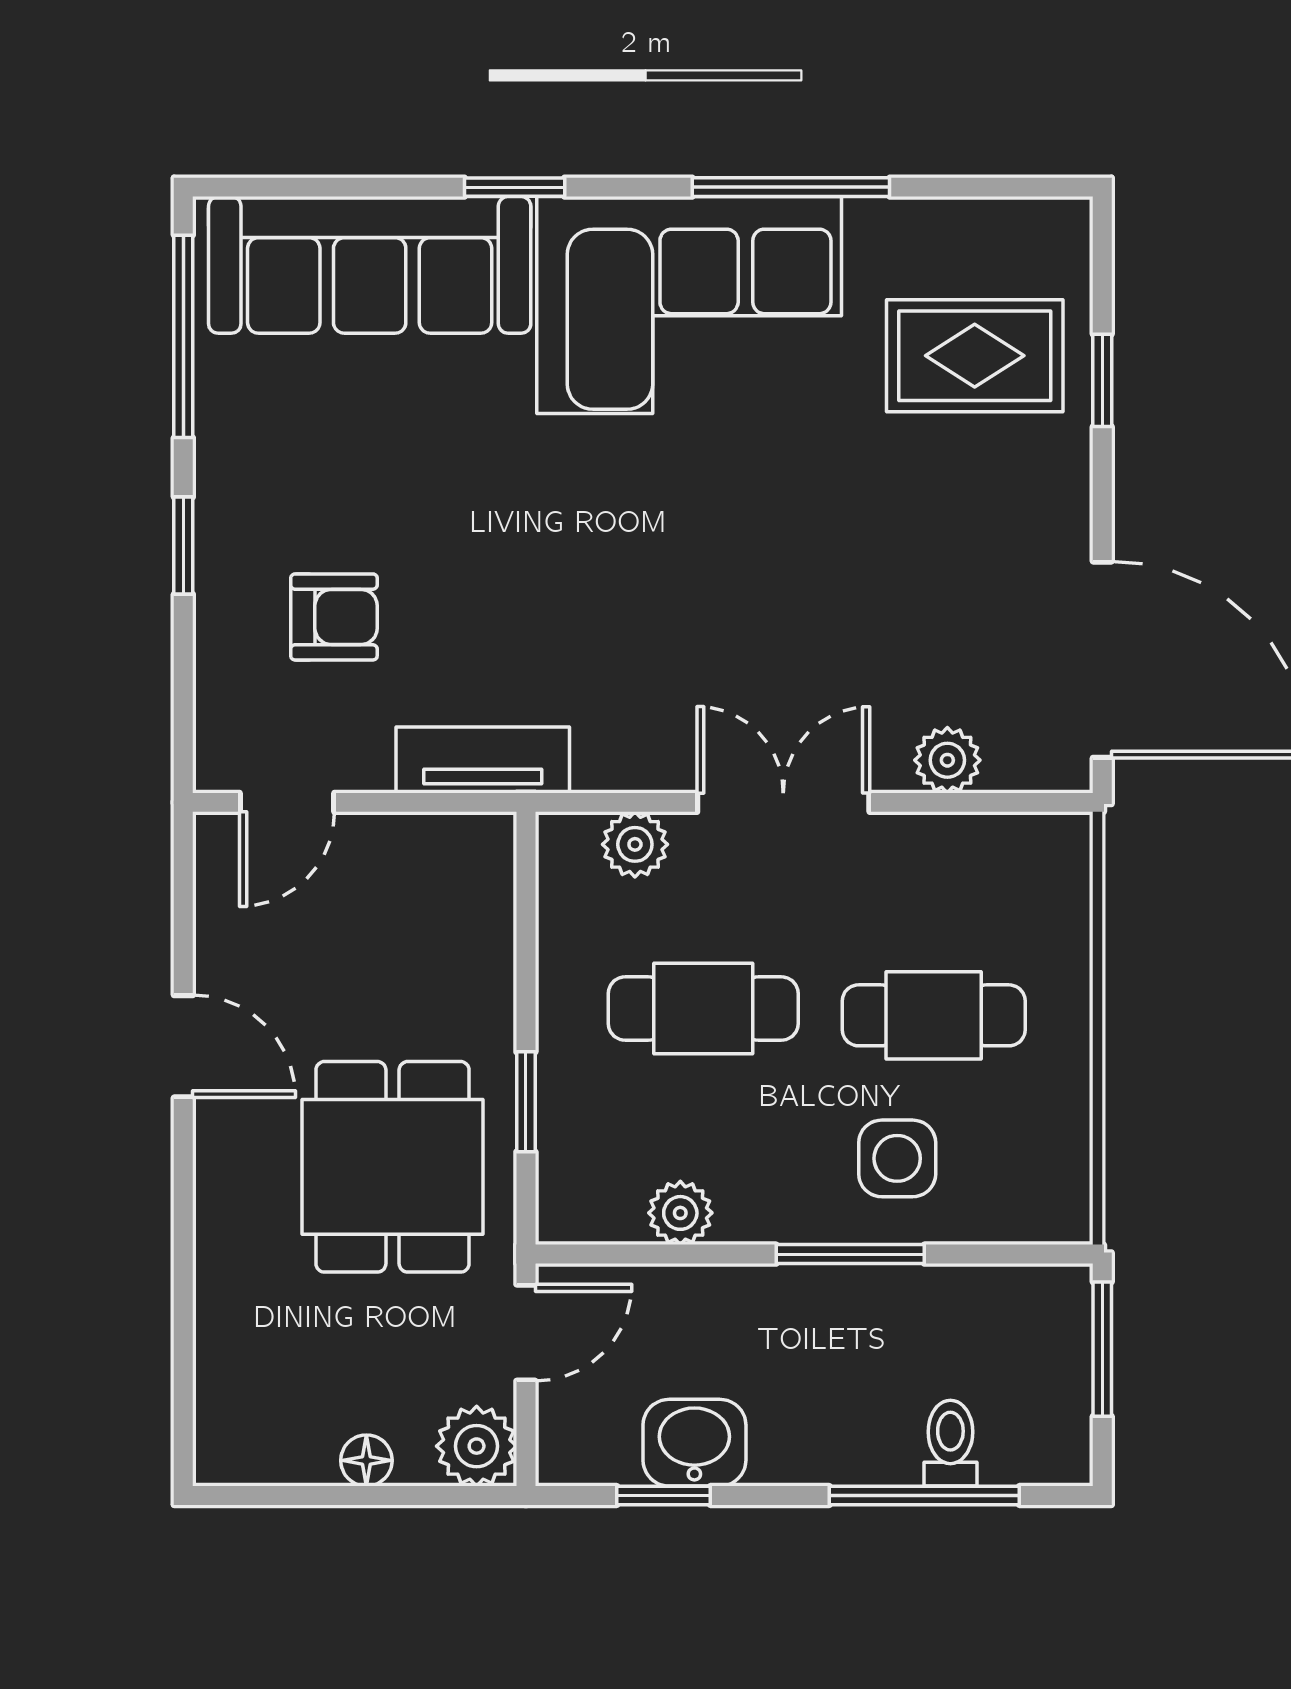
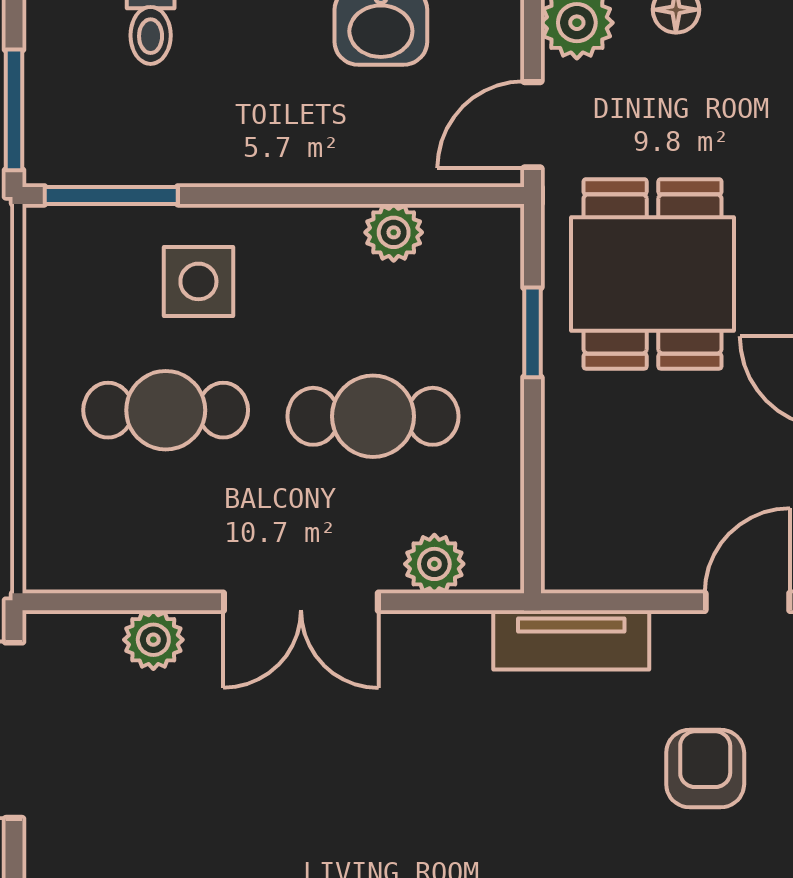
armchair: (334, 617) -> (705, 769), turned 90
window: (850, 1254) -> (111, 195), moved

